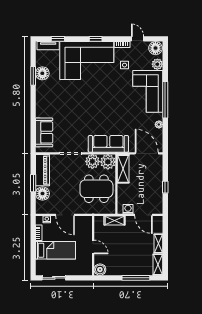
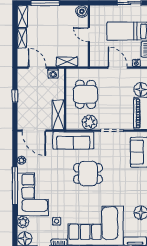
dining table: (94, 112) -> (88, 174), added
plant: (108, 162) -> (74, 122), removed
dining table: (96, 189) -> (86, 94), width x0.73

